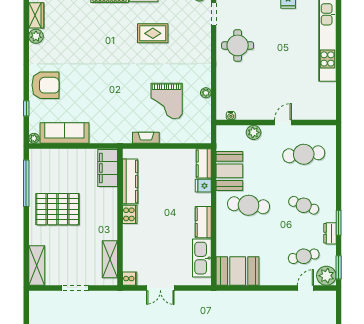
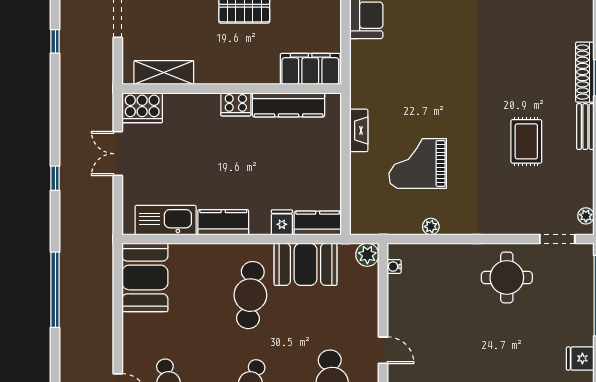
plant: (254, 132) -> (367, 255), moved
cooker: (130, 279) -> (142, 108), width x1.87, depth x1.31

